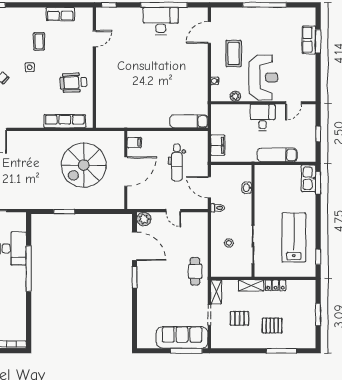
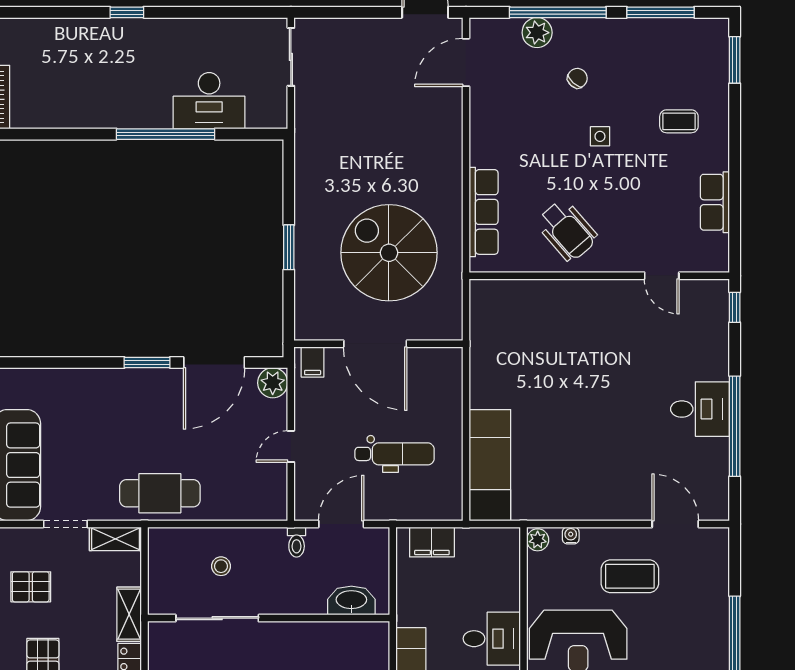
desk: (161, 21) -> (700, 409), width x0.73
coffee table: (39, 41) -> (679, 121), moved
wheelchair: (73, 83) -> (567, 230), turned 142
plant: (235, 96) -> (538, 540), moved
exam couch: (189, 121) -> (490, 465), width x1.36, depth x1.45
filing cabinet: (134, 142) -> (313, 362), moved
dental chair: (177, 163) -> (394, 454), turned 180
washbasin: (247, 188) -> (351, 600), width x1.91, depth x1.45
window: (64, 212) -> (289, 247), moved
cafe table: (195, 271) -> (160, 493), width x1.37, depth x1.35
pallet: (239, 318) -> (31, 587), moved, turned 90

